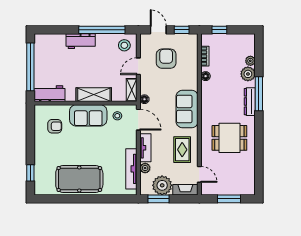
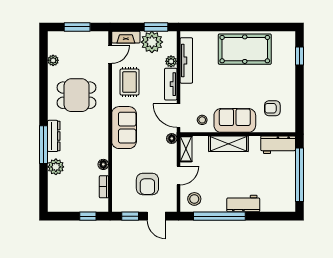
plant: (250, 61) -> (53, 60), moved
door: (199, 174) -> (110, 54), swing flipped

